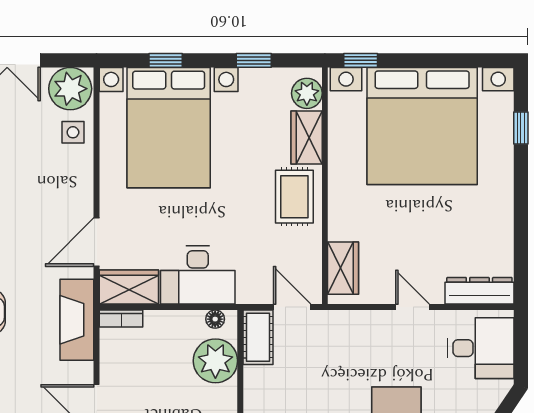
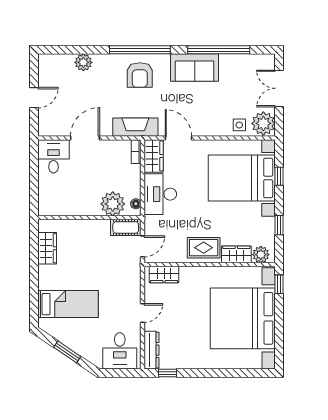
window: (521, 128) -> (168, 373), moved

